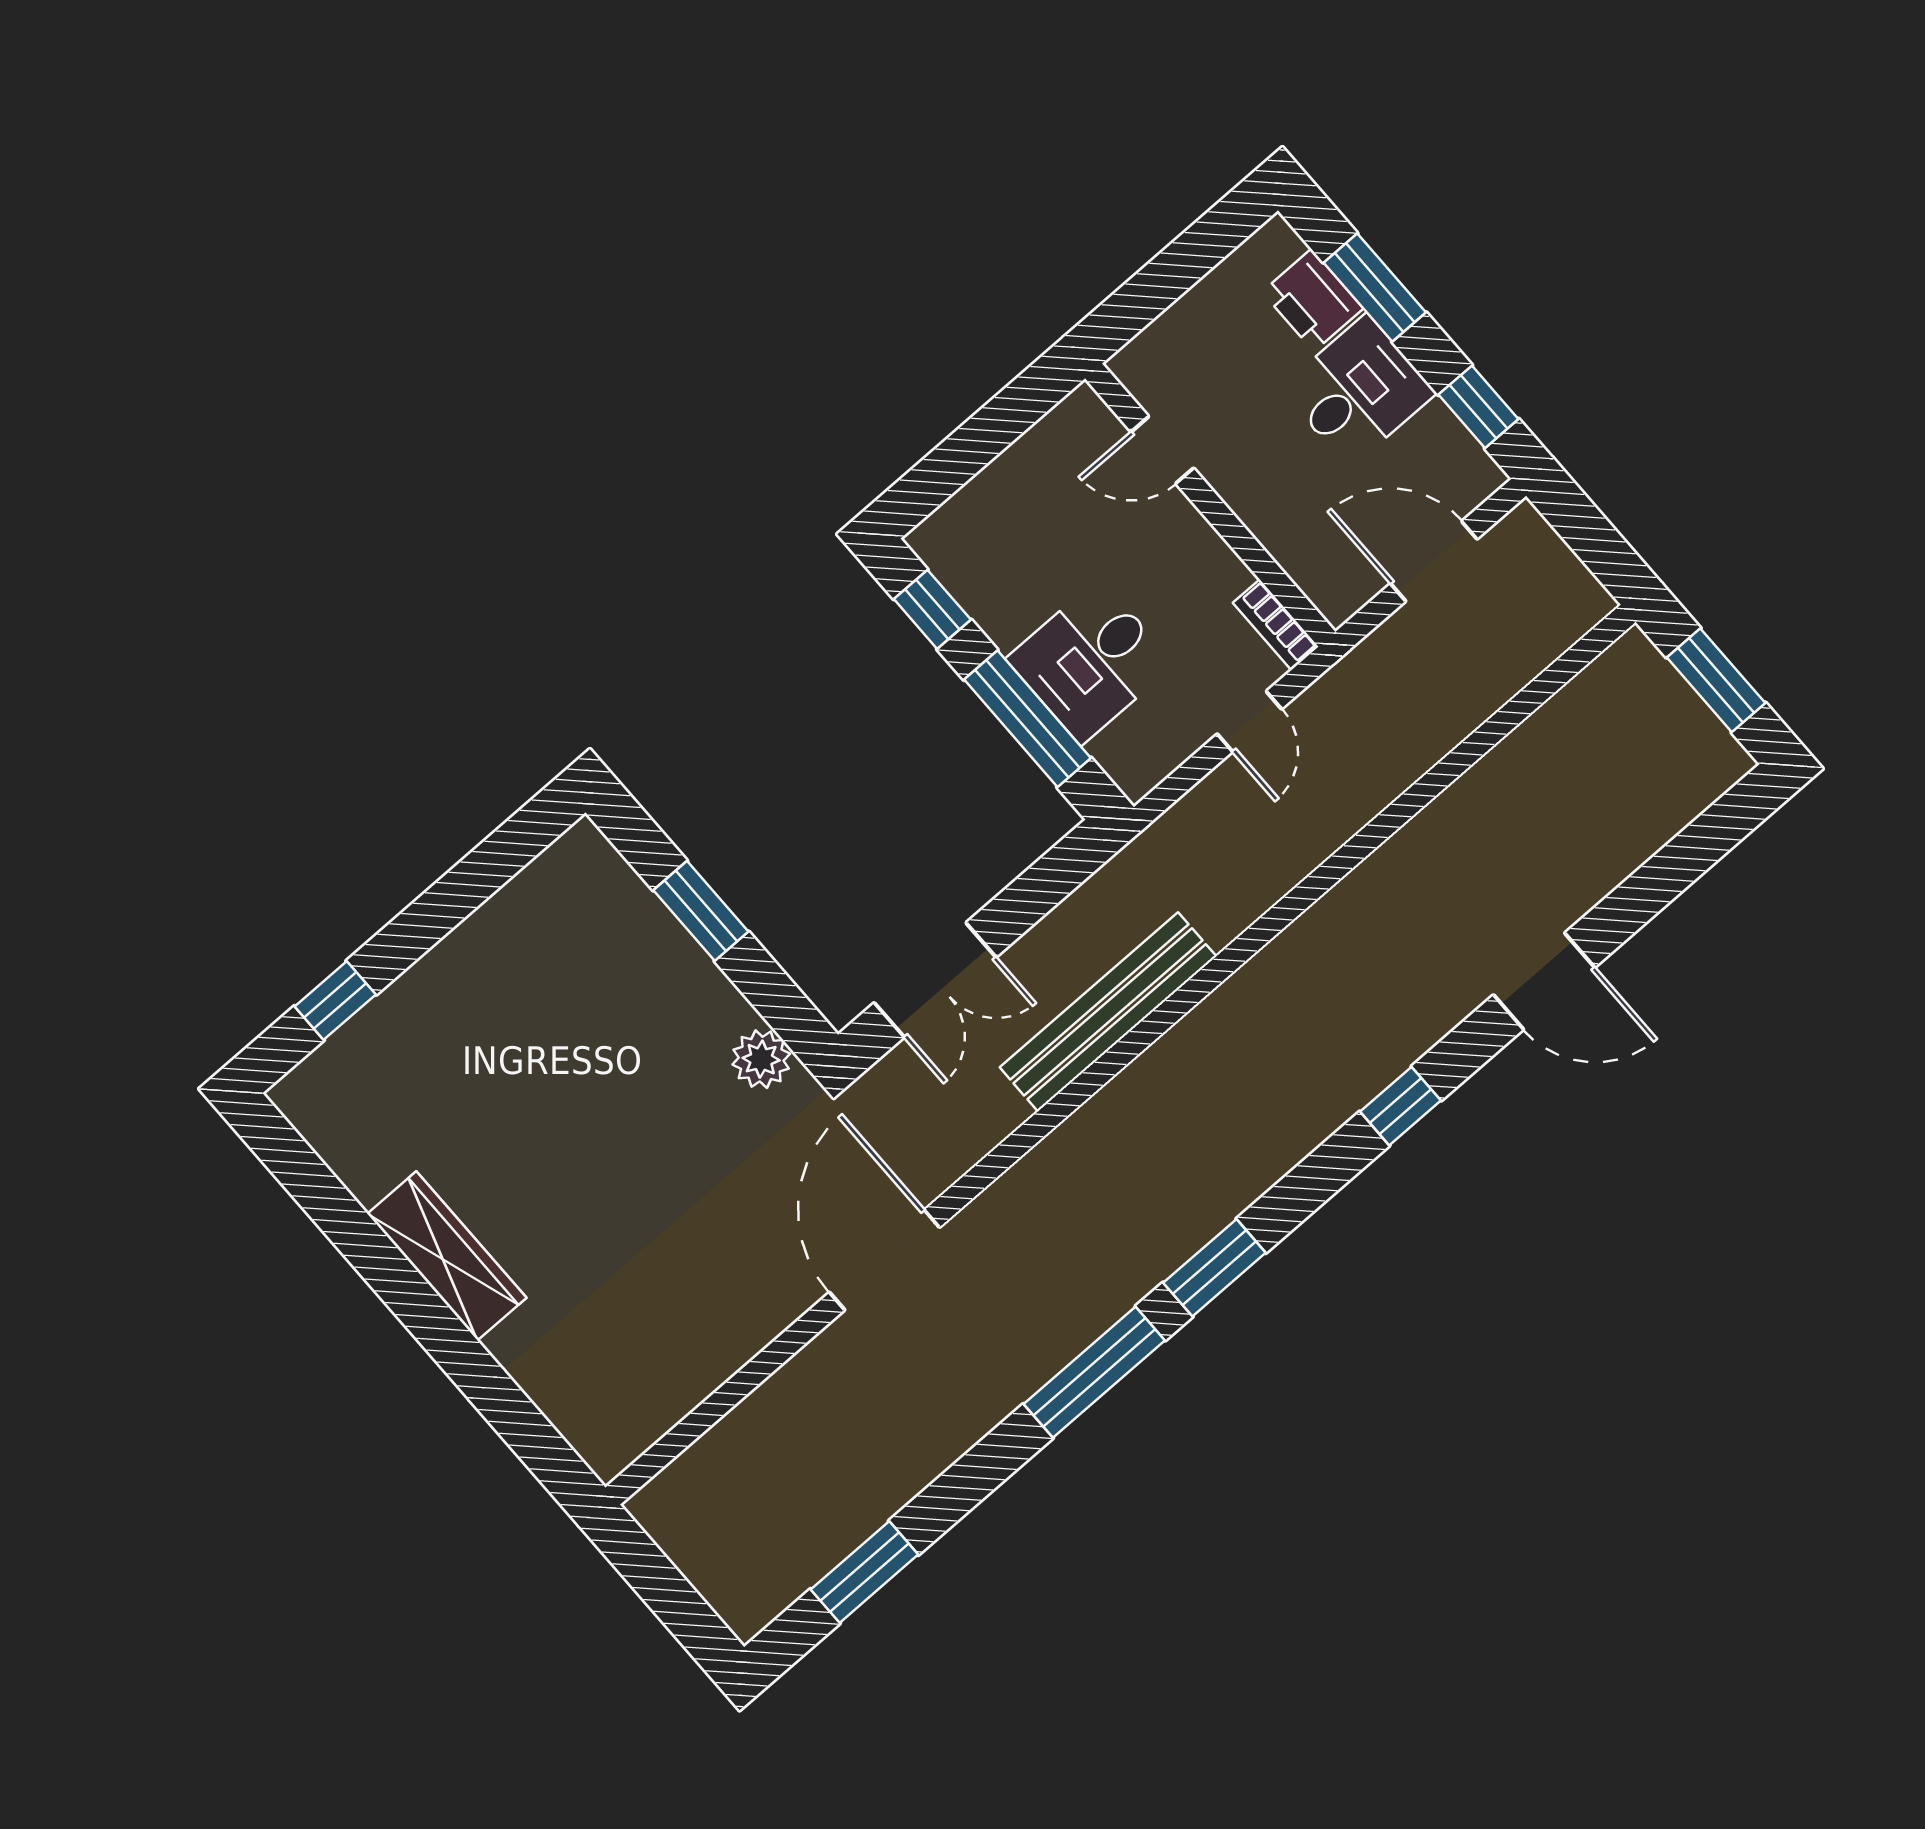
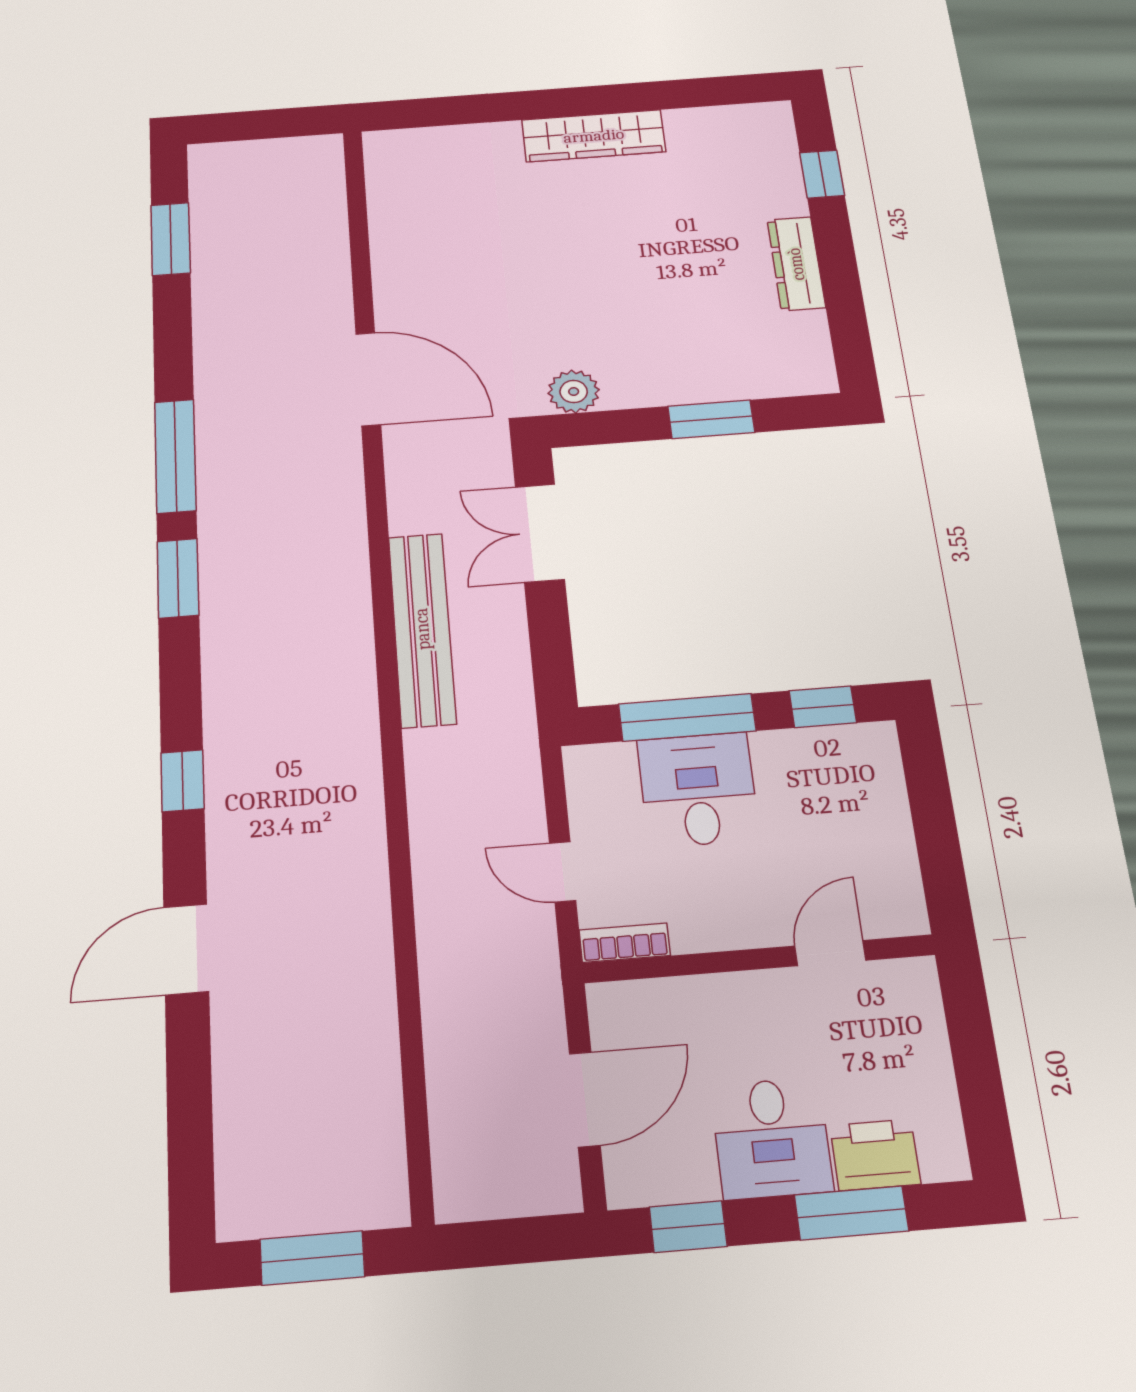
dresser: (463, 953) -> (796, 264), added

